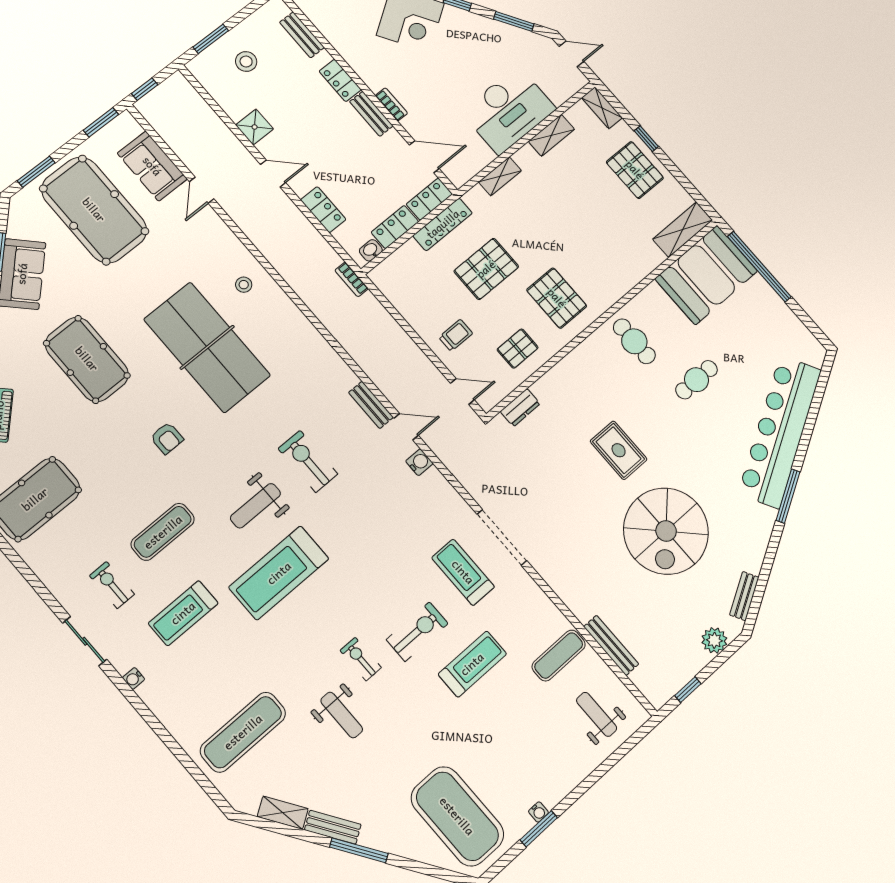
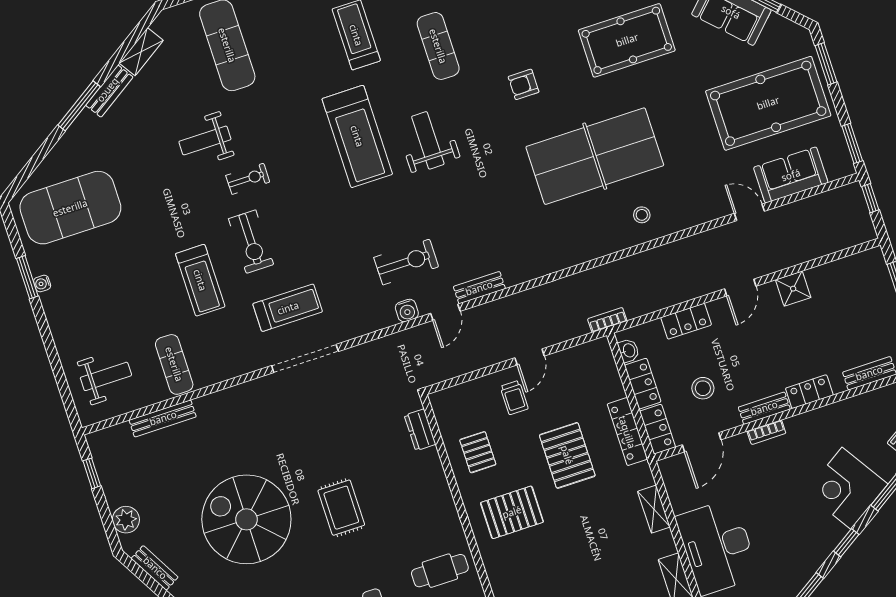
stool: (246, 62) -> (703, 388), moved
door: (462, 392) -> (530, 357), moved
rug: (619, 450) -> (341, 508), turned 90
exercise bike: (308, 461) -> (406, 262), moved
treadmill: (279, 573) -> (357, 136), turned 180

